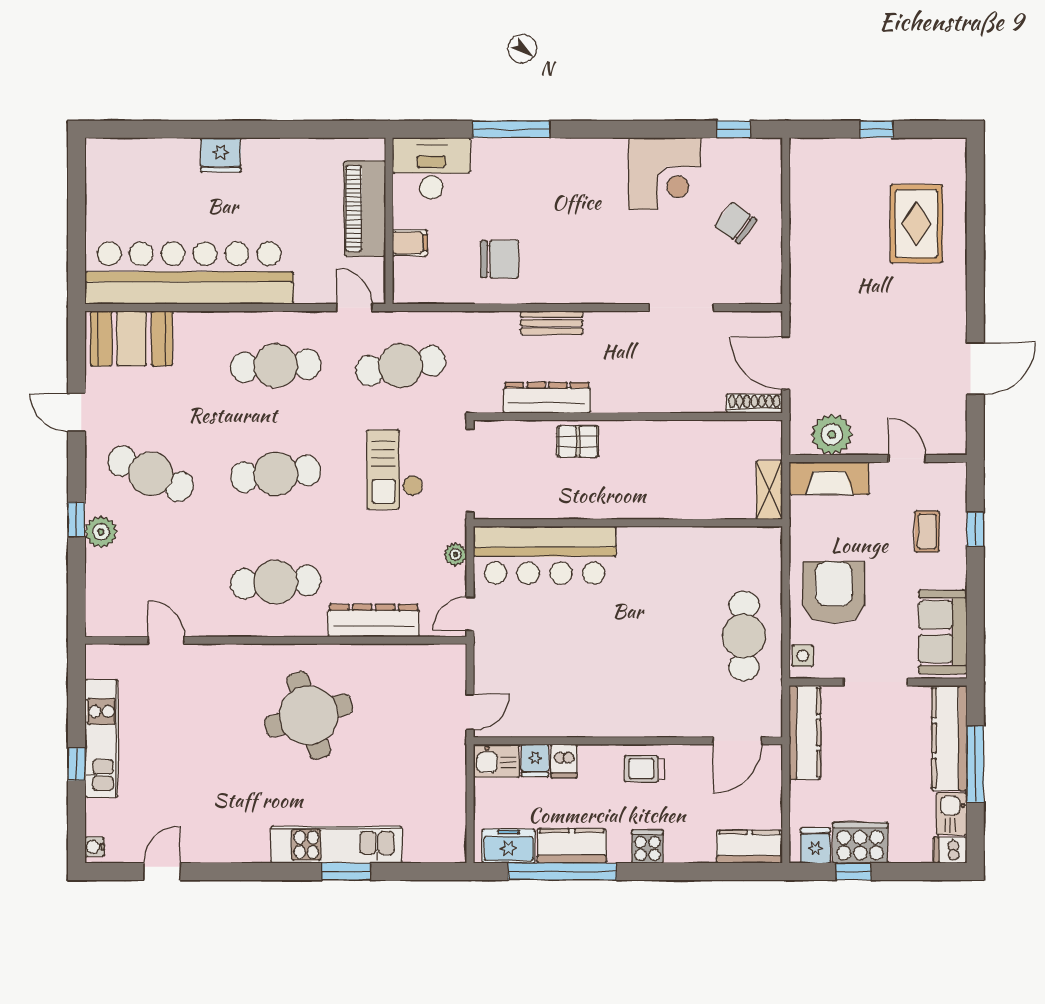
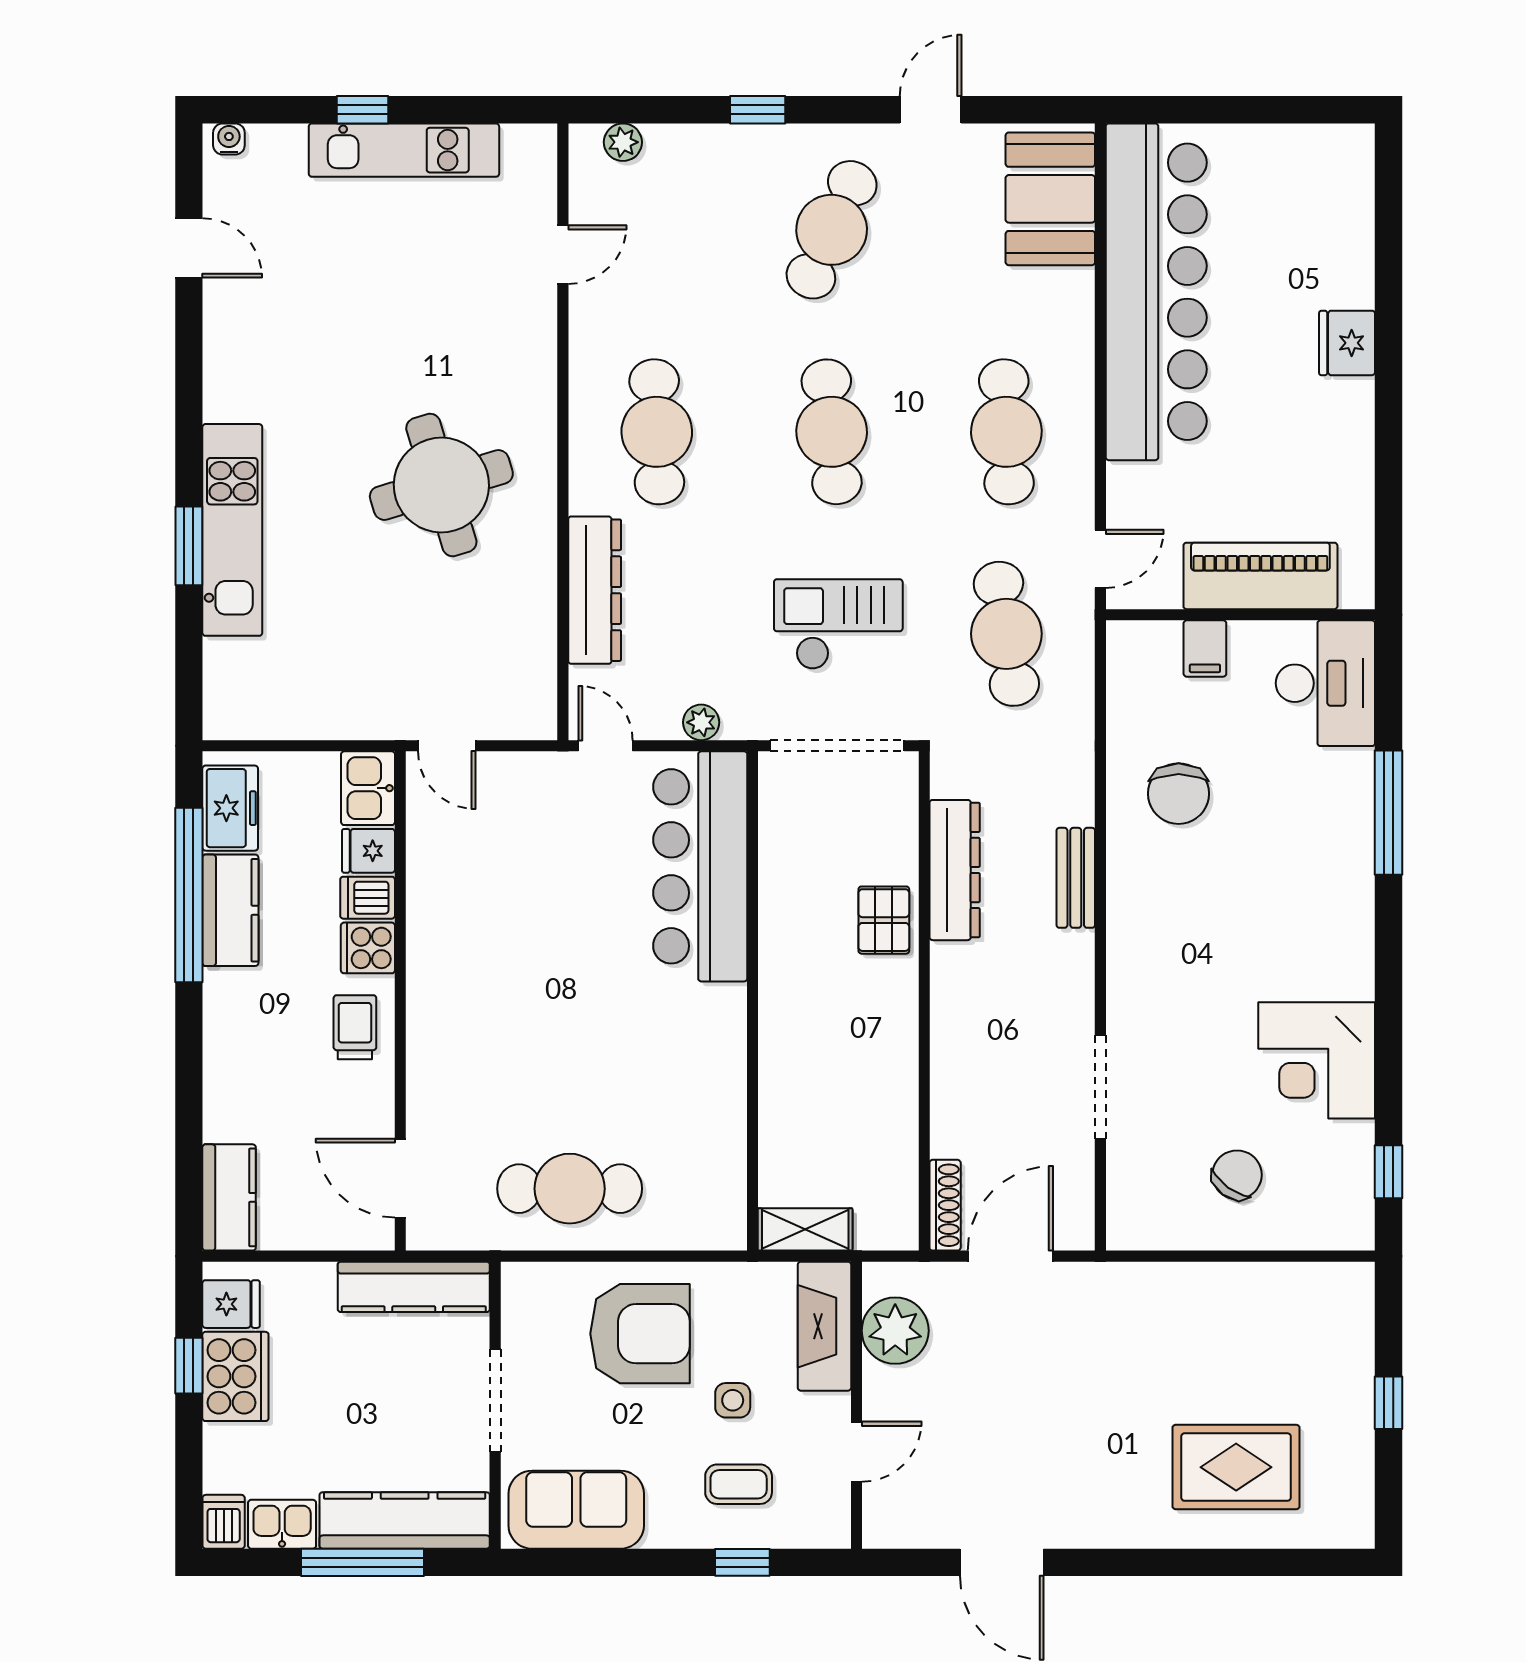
plant: (101, 532) -> (623, 142), moved, width x0.73, depth x0.73
side table: (803, 656) -> (733, 1400), moved
cooker: (647, 847) -> (368, 948), moved, turned 180

